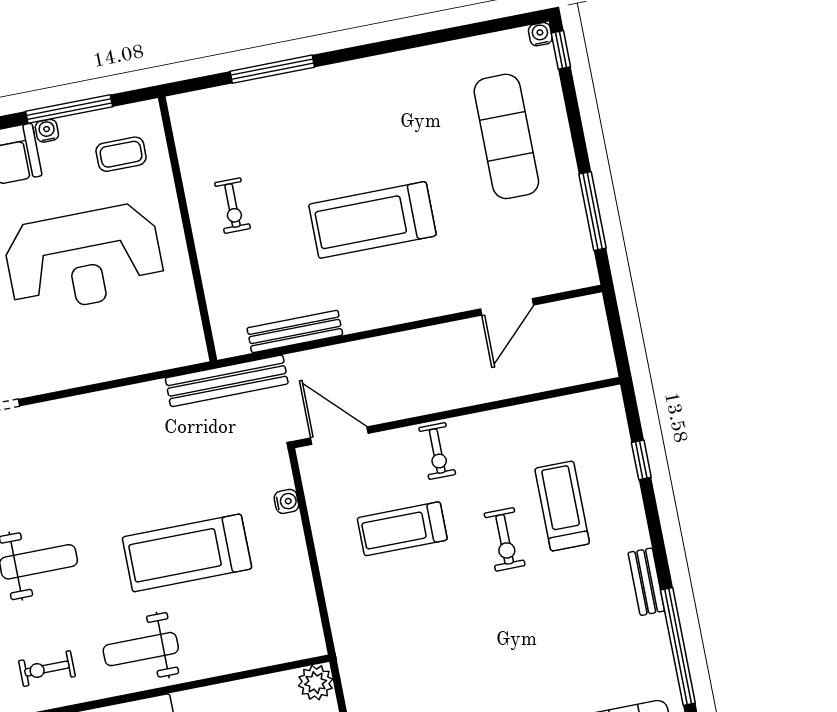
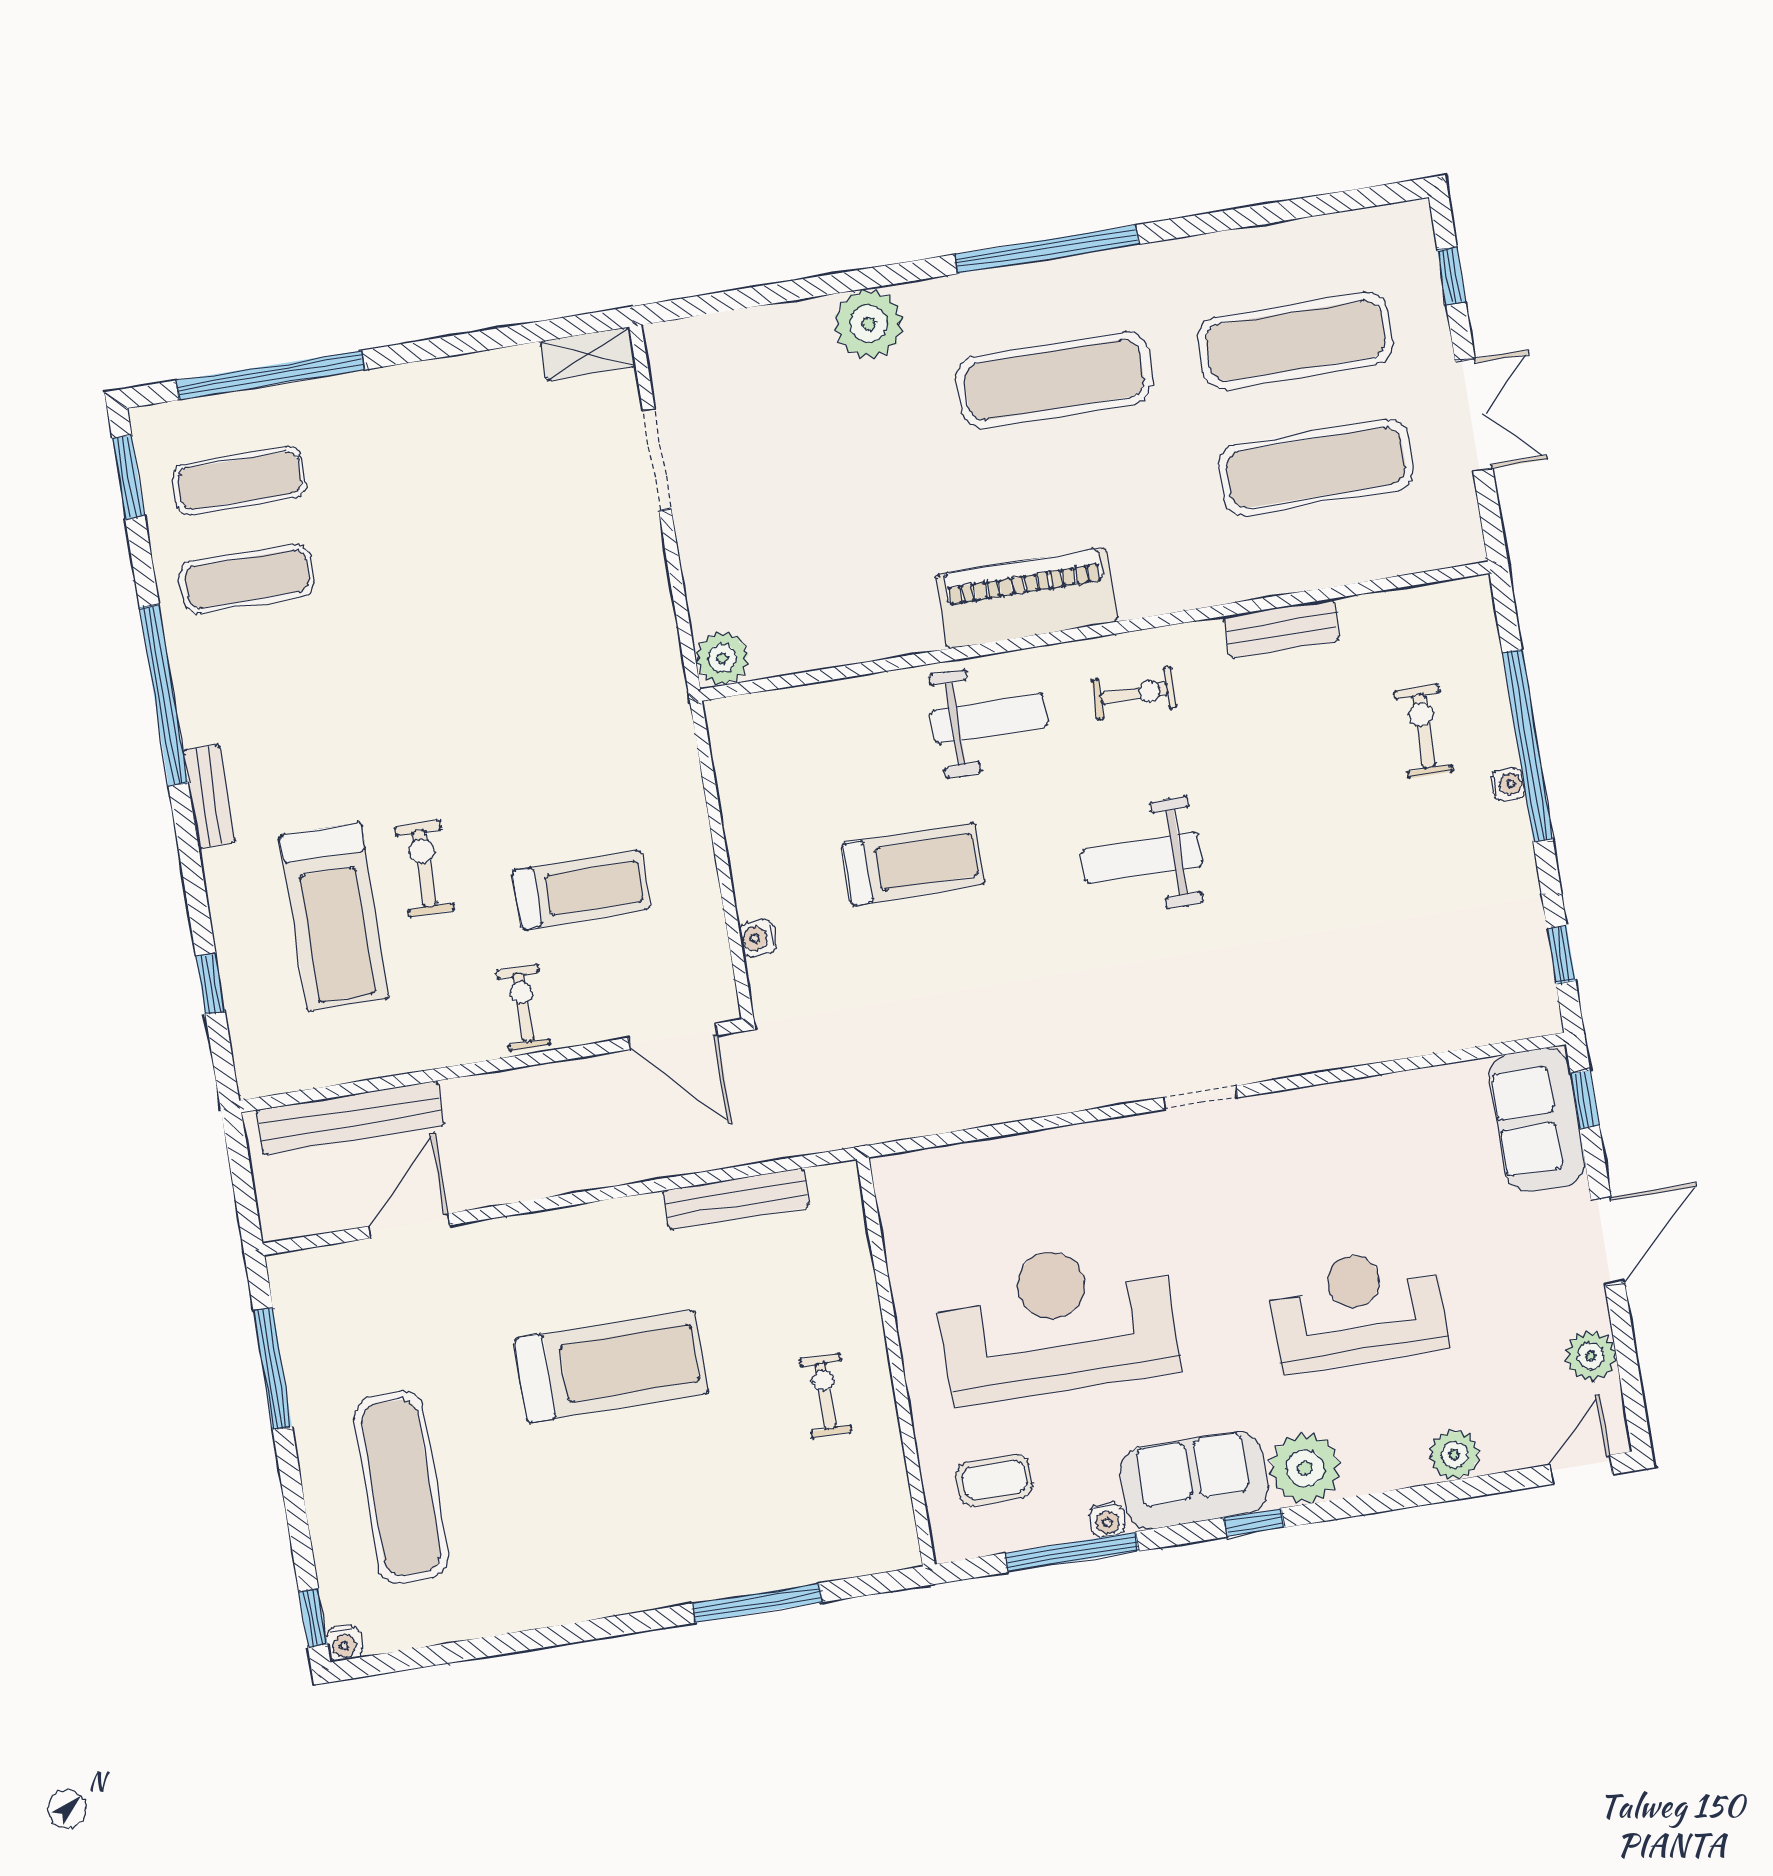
bench: (227, 381) -> (350, 1118), moved
treadmill: (562, 506) -> (334, 917), width x1.37, depth x1.38
treadmill: (187, 553) -> (913, 864), width x0.73, depth x0.73

